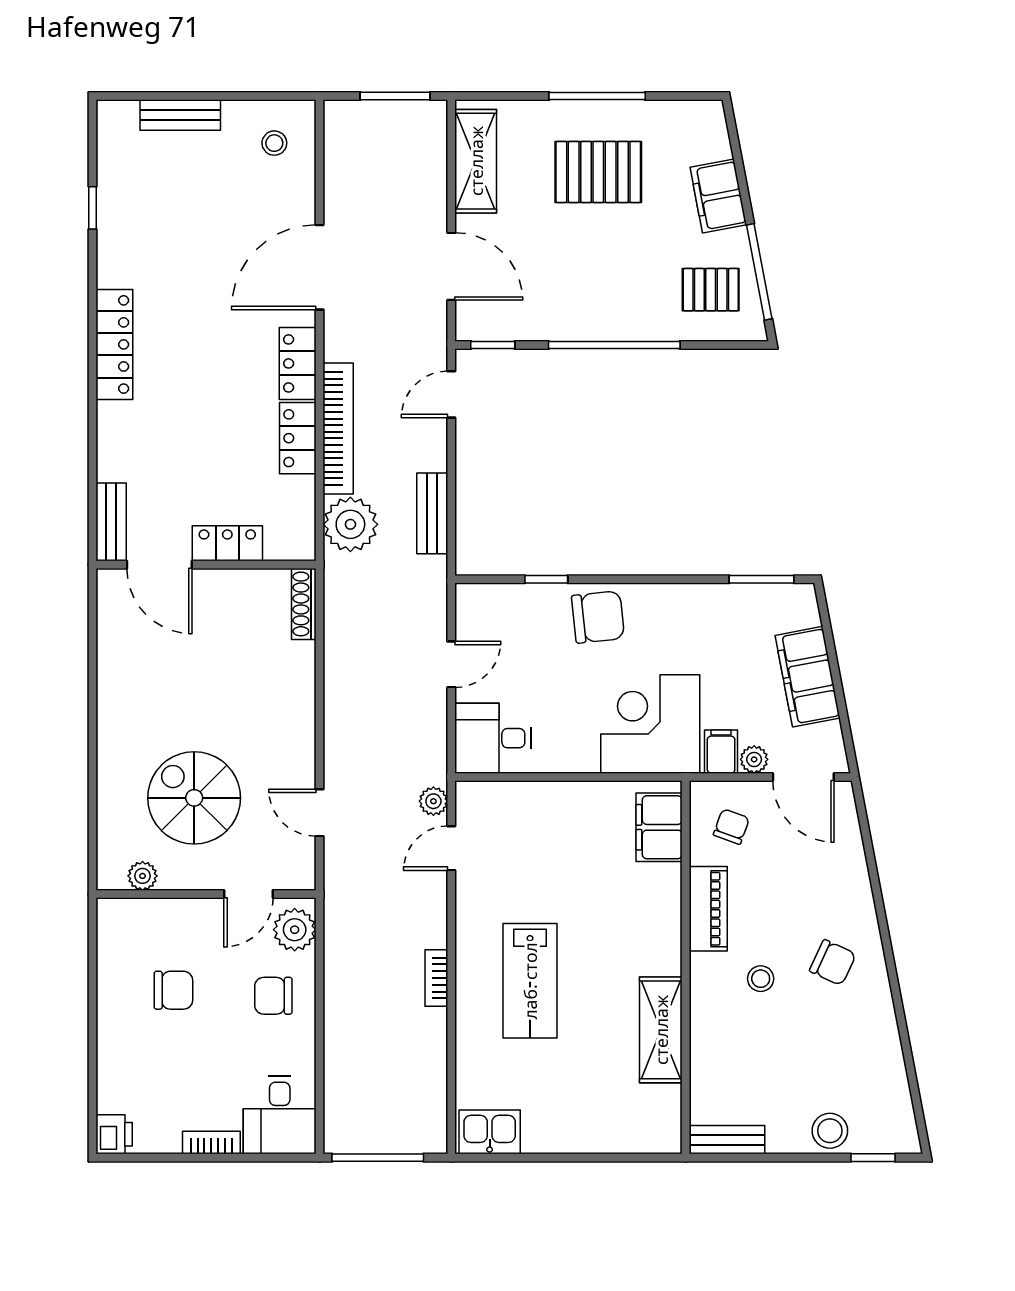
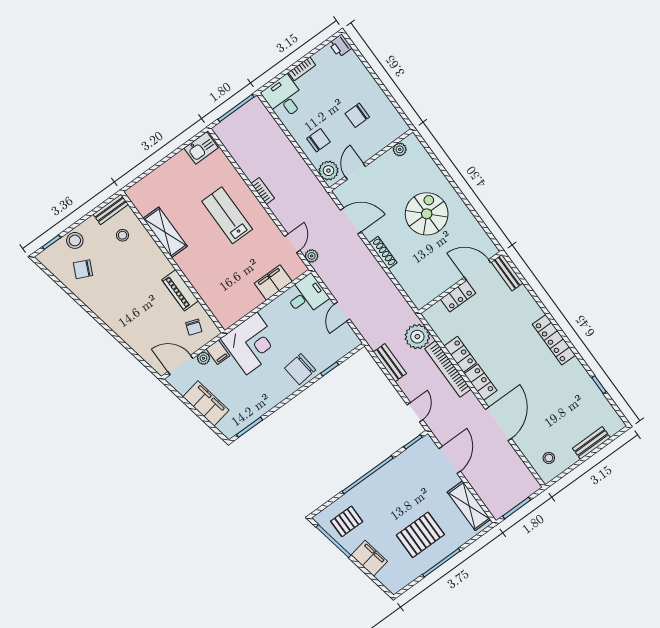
door: (451, 266) -> (450, 460), swing flipped
shoe rack: (304, 604) -> (383, 253), moved
spiral stairs: (194, 798) -> (427, 214), moved, turned -90
door: (320, 813) -> (351, 221), width x1.38
filing cabinet: (659, 827) -> (273, 282), moved, turned -90
chair: (833, 963) -> (83, 269), moved
stool: (761, 979) -> (123, 235), moved

